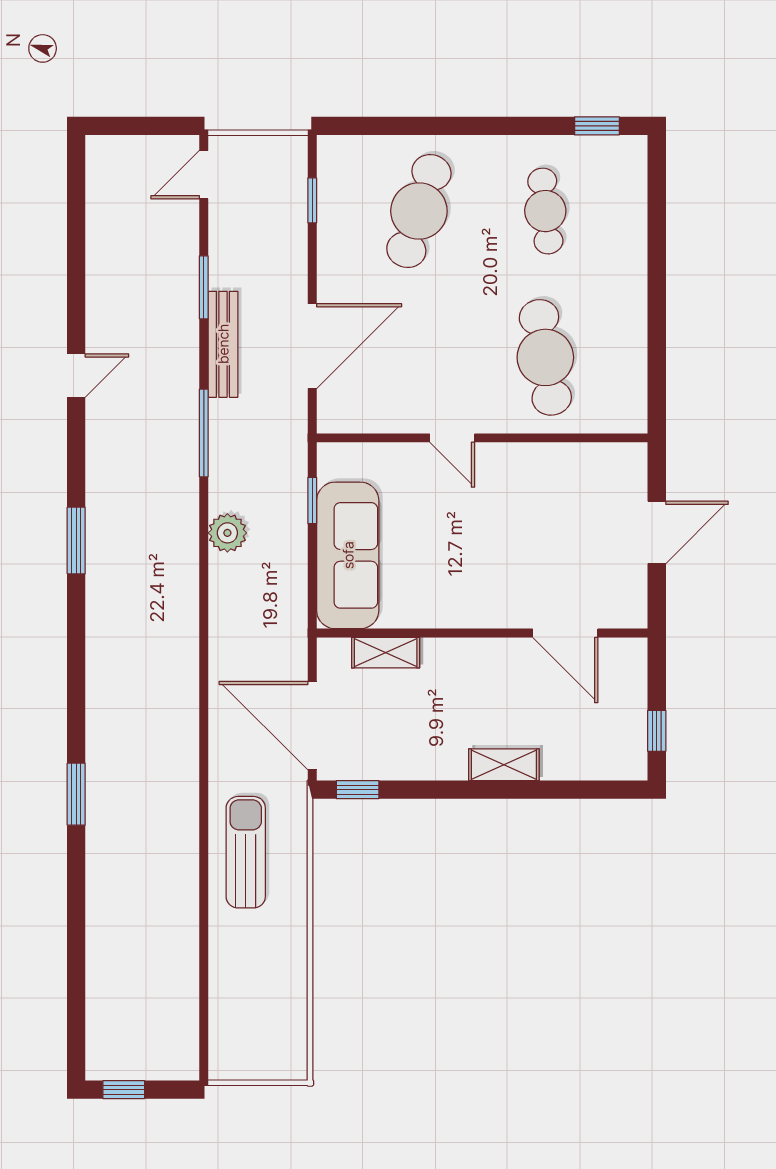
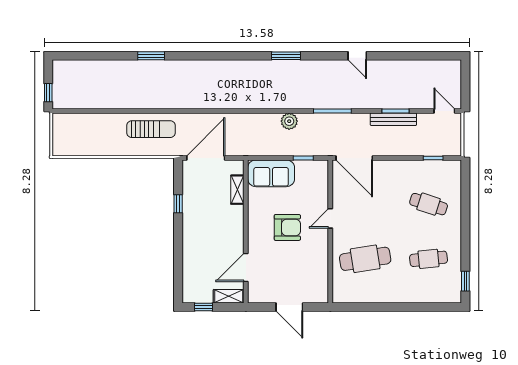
cafe table: (419, 211) -> (429, 204), width x0.73, depth x0.74
bench: (223, 344) -> (393, 119), moved
door: (312, 346) -> (354, 158), moved
armchair: (473, 537) -> (287, 227), added
sofa: (348, 555) -> (271, 173), width x0.73
shelving: (504, 765) -> (229, 296), moved, turned 90
window: (358, 790) -> (178, 204), moved
window: (76, 794) -> (151, 56), moved
window: (124, 1090) -> (48, 93), moved

